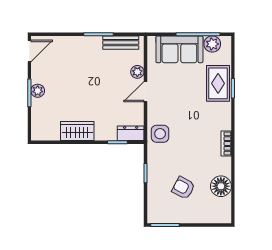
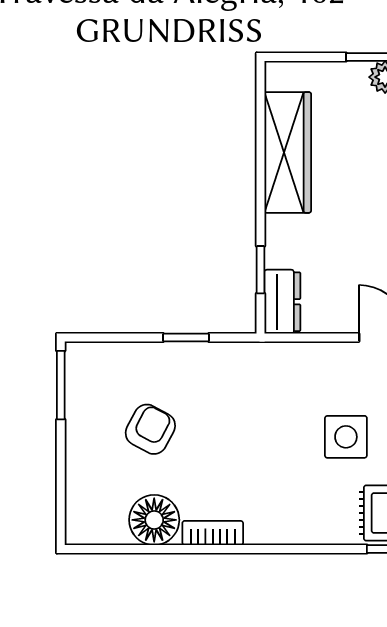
wardrobe: (77, 131) -> (288, 152), width x1.50
side table: (160, 134) -> (346, 437), moved
bookcase: (226, 143) -> (213, 533), moved

